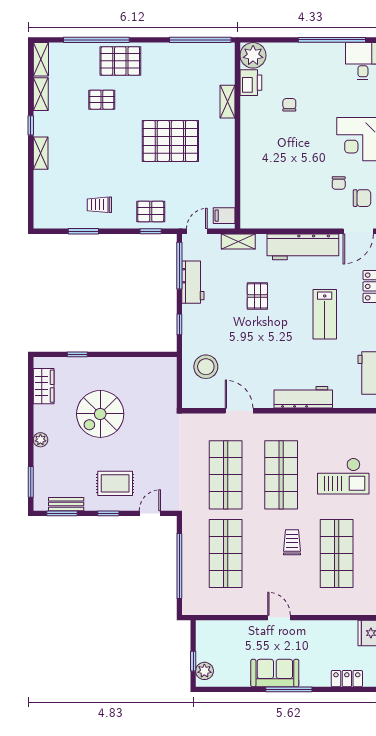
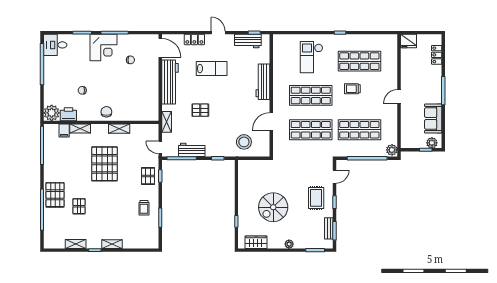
shelving: (41, 59) -> (119, 129), moved
chair: (362, 198) -> (106, 112), moved
filing cabinet: (224, 216) -> (64, 131), moved
spiral stairs: (100, 414) -> (273, 207), turned 90
checkout: (343, 476) -> (311, 57), turned 180
door: (150, 513) -> (335, 177), swing flipped
plant: (193, 606) -> (392, 150), added
sofa: (275, 673) -> (433, 119), moved

